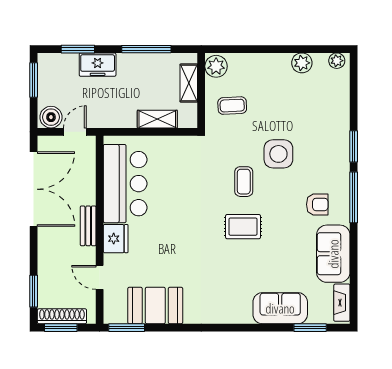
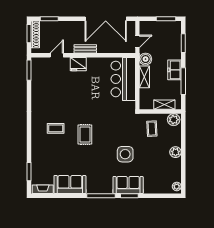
plant: (302, 63) -> (176, 152), moved
freezer: (98, 65) -> (175, 70), moved
boiler: (51, 117) -> (145, 59), moved
shelving: (157, 119) -> (144, 77), moved
door: (75, 132) -> (137, 41), hinge flipped
coffee table: (244, 182) -> (56, 128), moved
bar counter: (125, 184) -> (123, 79), moved, turned 90
armchair: (317, 204) -> (97, 176), removed
booth: (155, 305) -> (41, 86), removed
sofa: (280, 308) -> (128, 185), moved, turned -90

